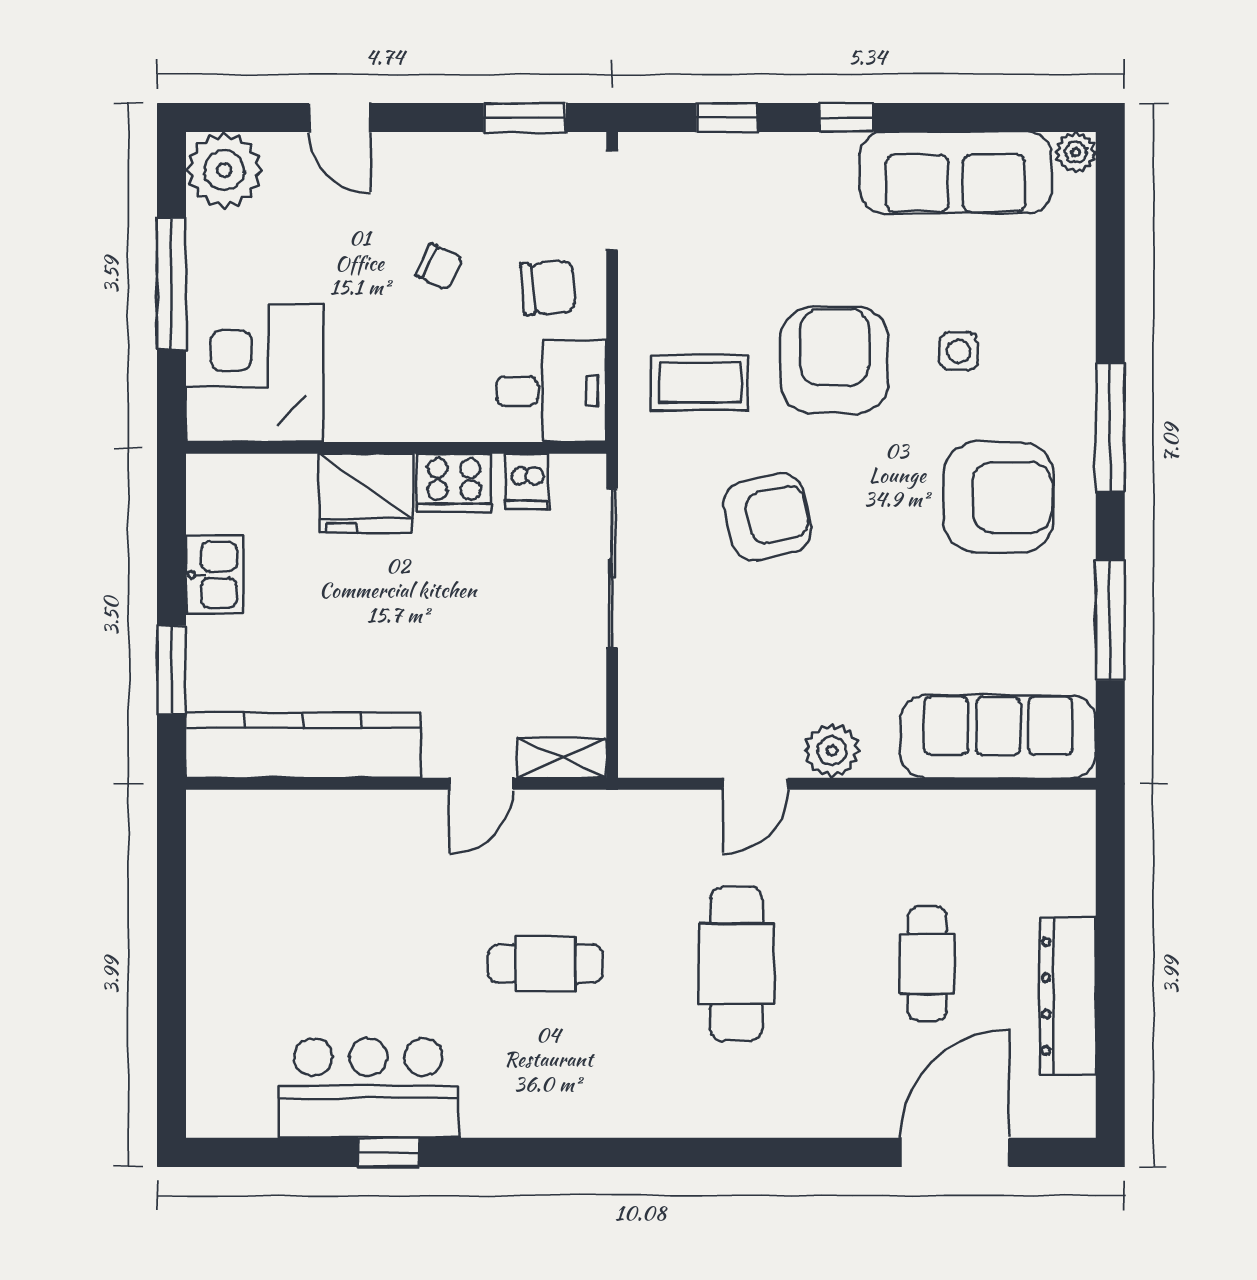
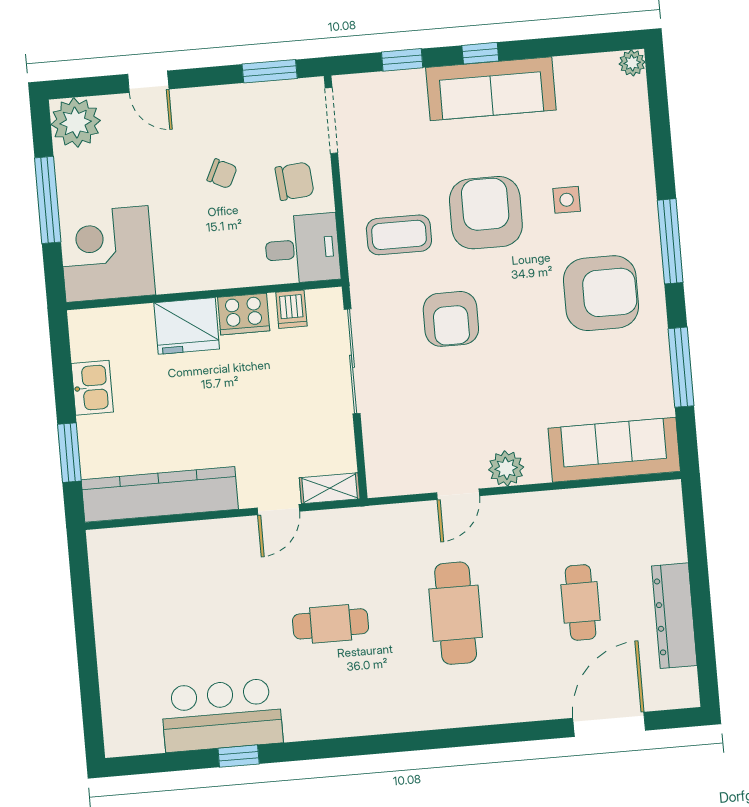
sofa: (956, 173) -> (491, 89), moved
armchair: (768, 517) -> (451, 319), turned 103

